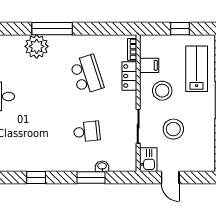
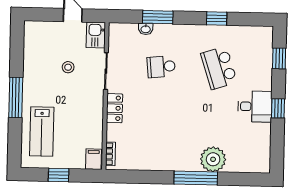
filing cabinet: (149, 65) -> (94, 159), moved, turned 90
school desk: (87, 75) -> (219, 68), moved
locker: (129, 76) -> (114, 108), moved
stool: (162, 91) -> (79, 109), removed
stool: (173, 129) -> (68, 67), width x0.53, depth x0.53

